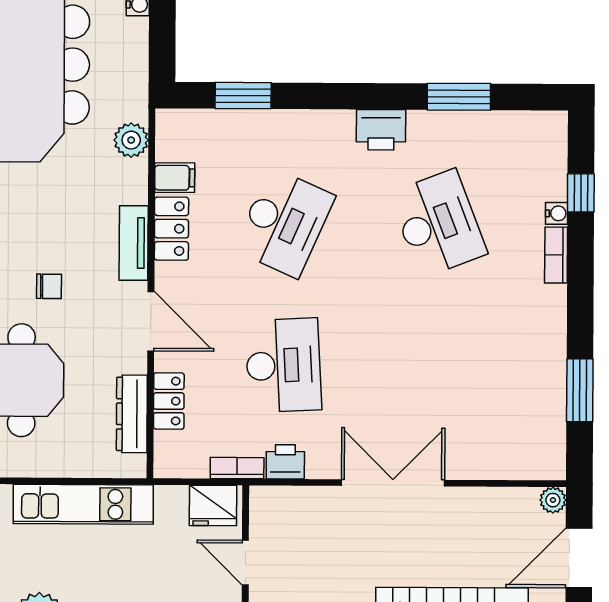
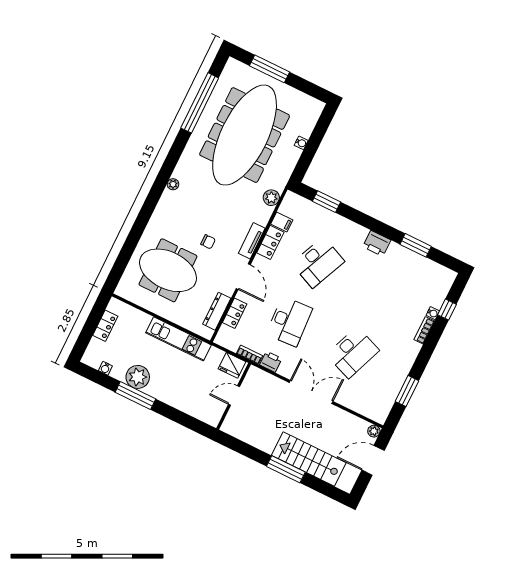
desk: (438, 224) -> (353, 353), moved, turned 42
door: (245, 563) -> (234, 395), hinge flipped

